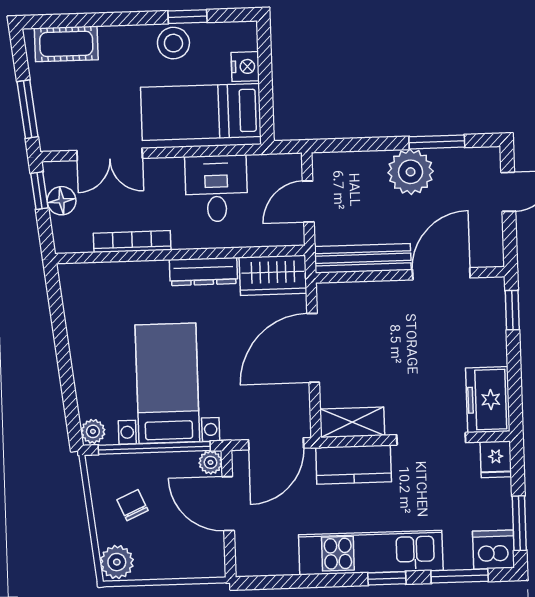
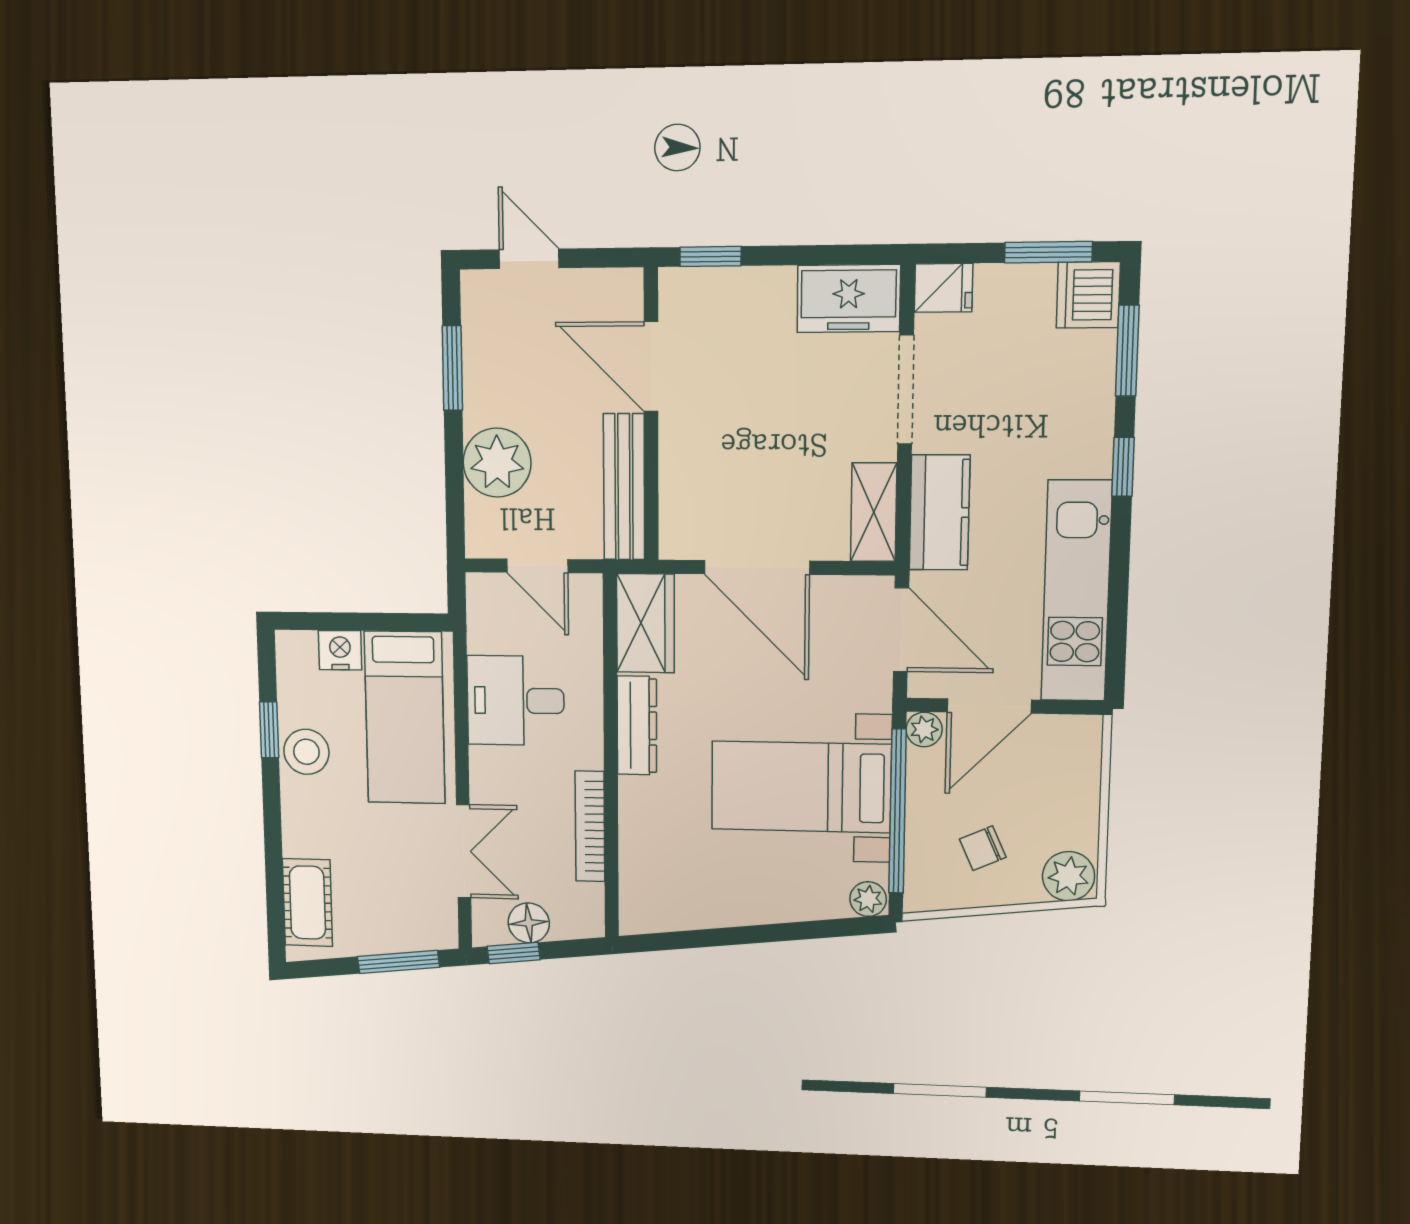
plant: (411, 172) -> (497, 463), moved
kitchen unit: (371, 553) -> (1076, 591), moved

